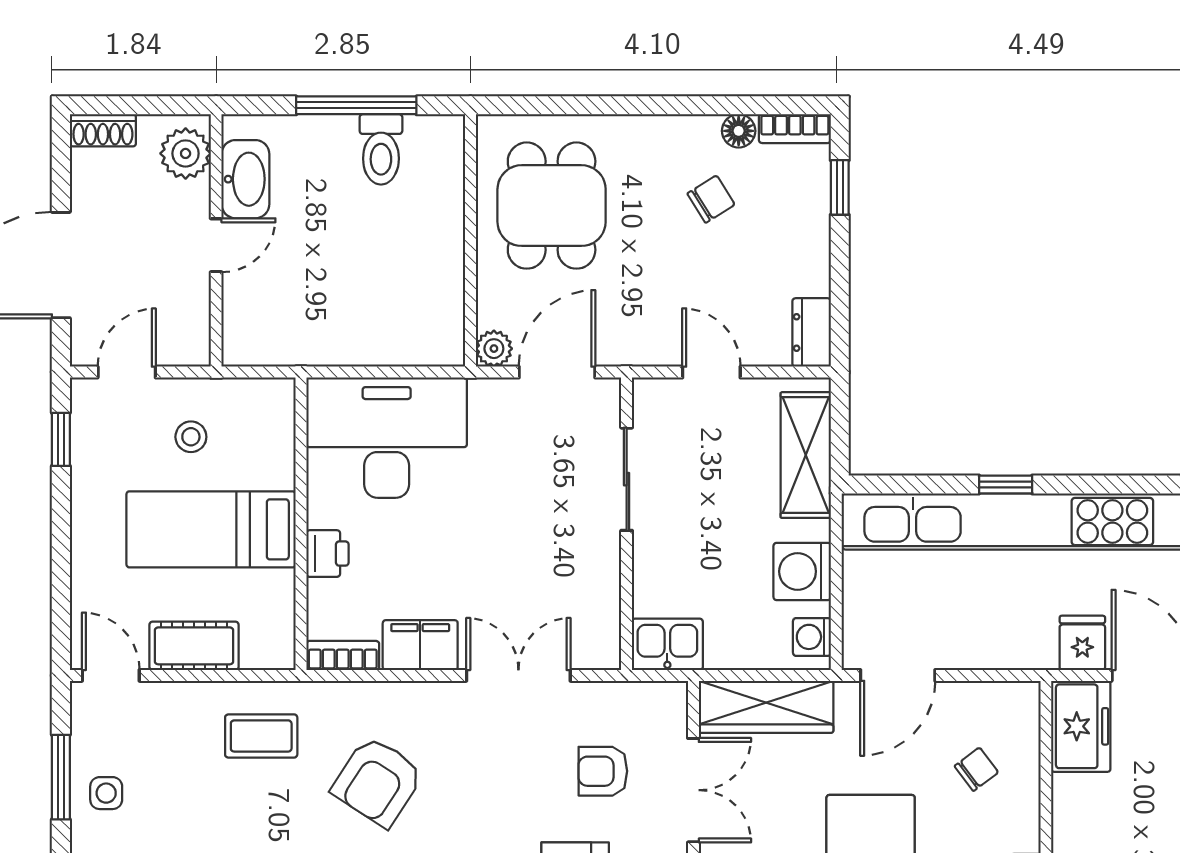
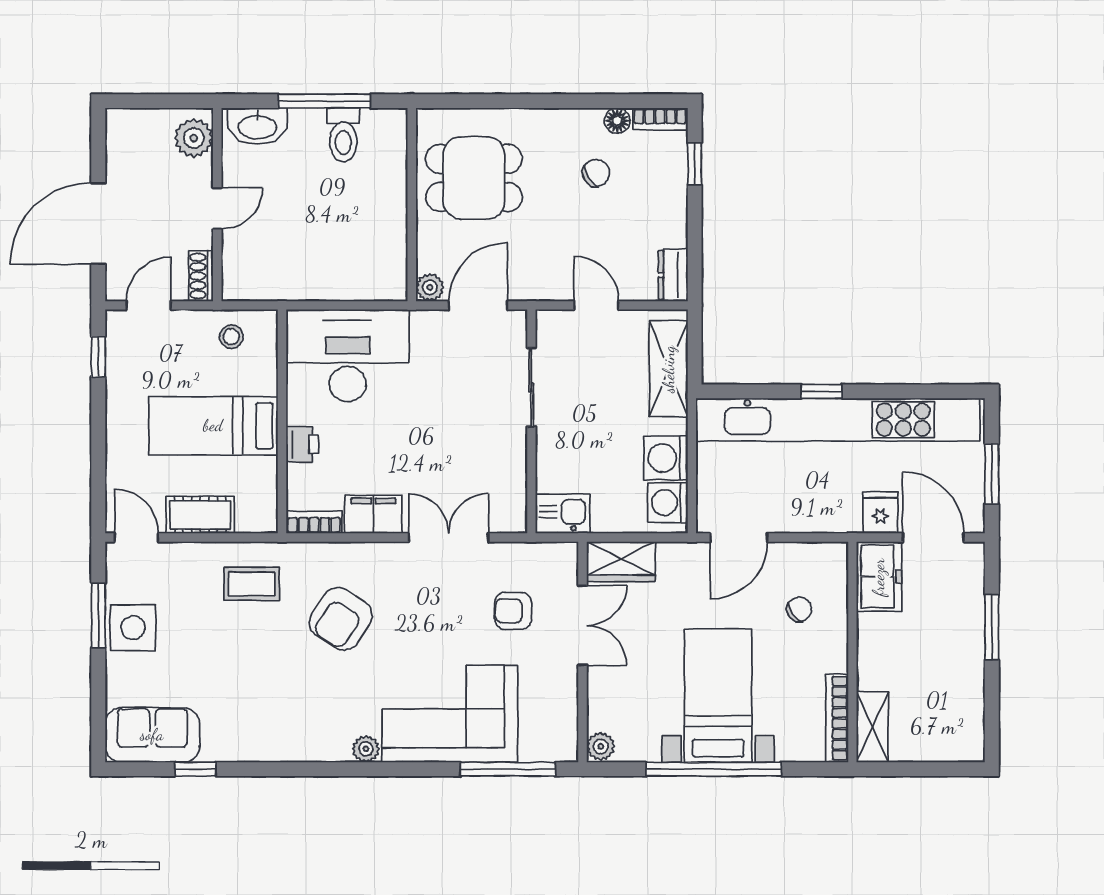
shoe rack: (103, 130) -> (201, 276), moved, turned 90
washbasin: (245, 179) -> (257, 126), moved, turned 90
dining table: (552, 206) -> (474, 178), turned 90
stool: (191, 437) -> (231, 337), moved
washing machine: (812, 637) -> (668, 503), width x1.38, depth x1.38
wardrobe: (766, 707) -> (621, 562), width x0.67
side table: (106, 793) -> (133, 628), width x1.87, depth x1.87

